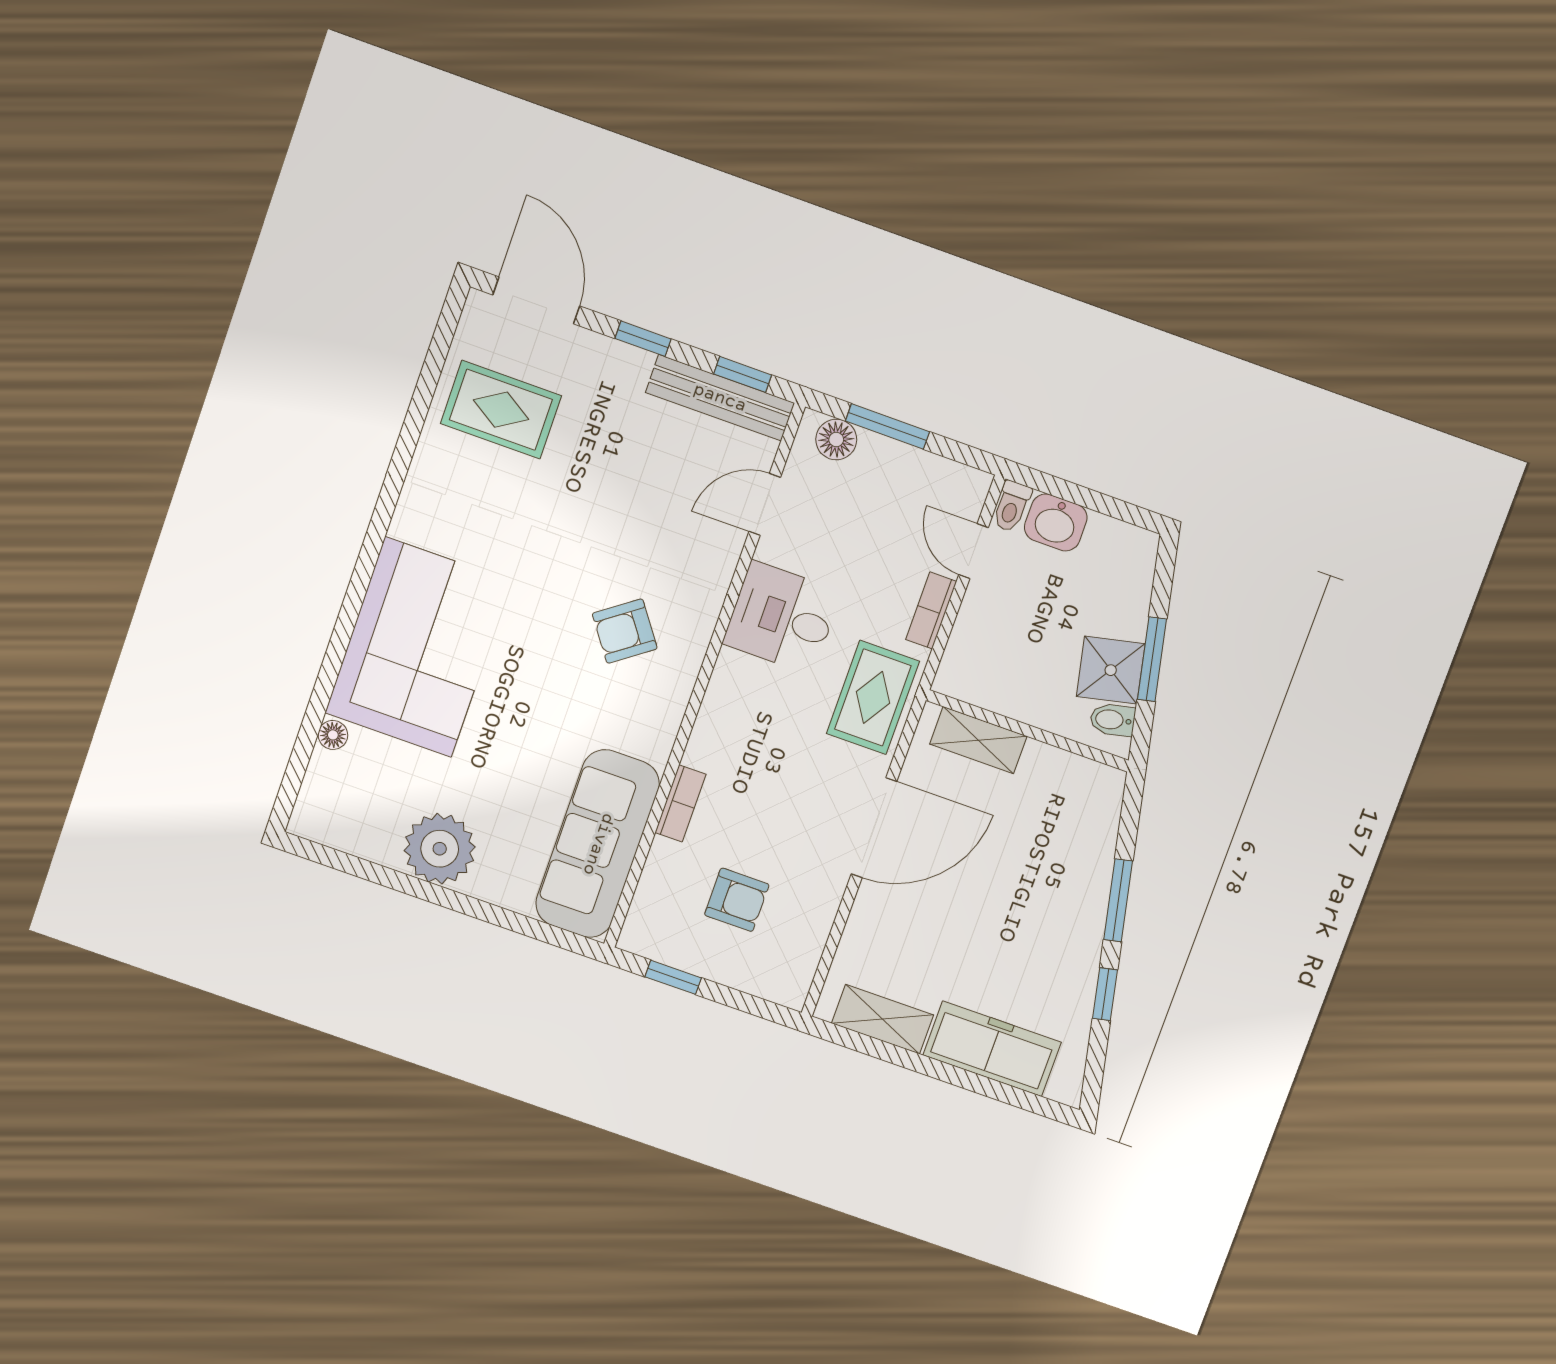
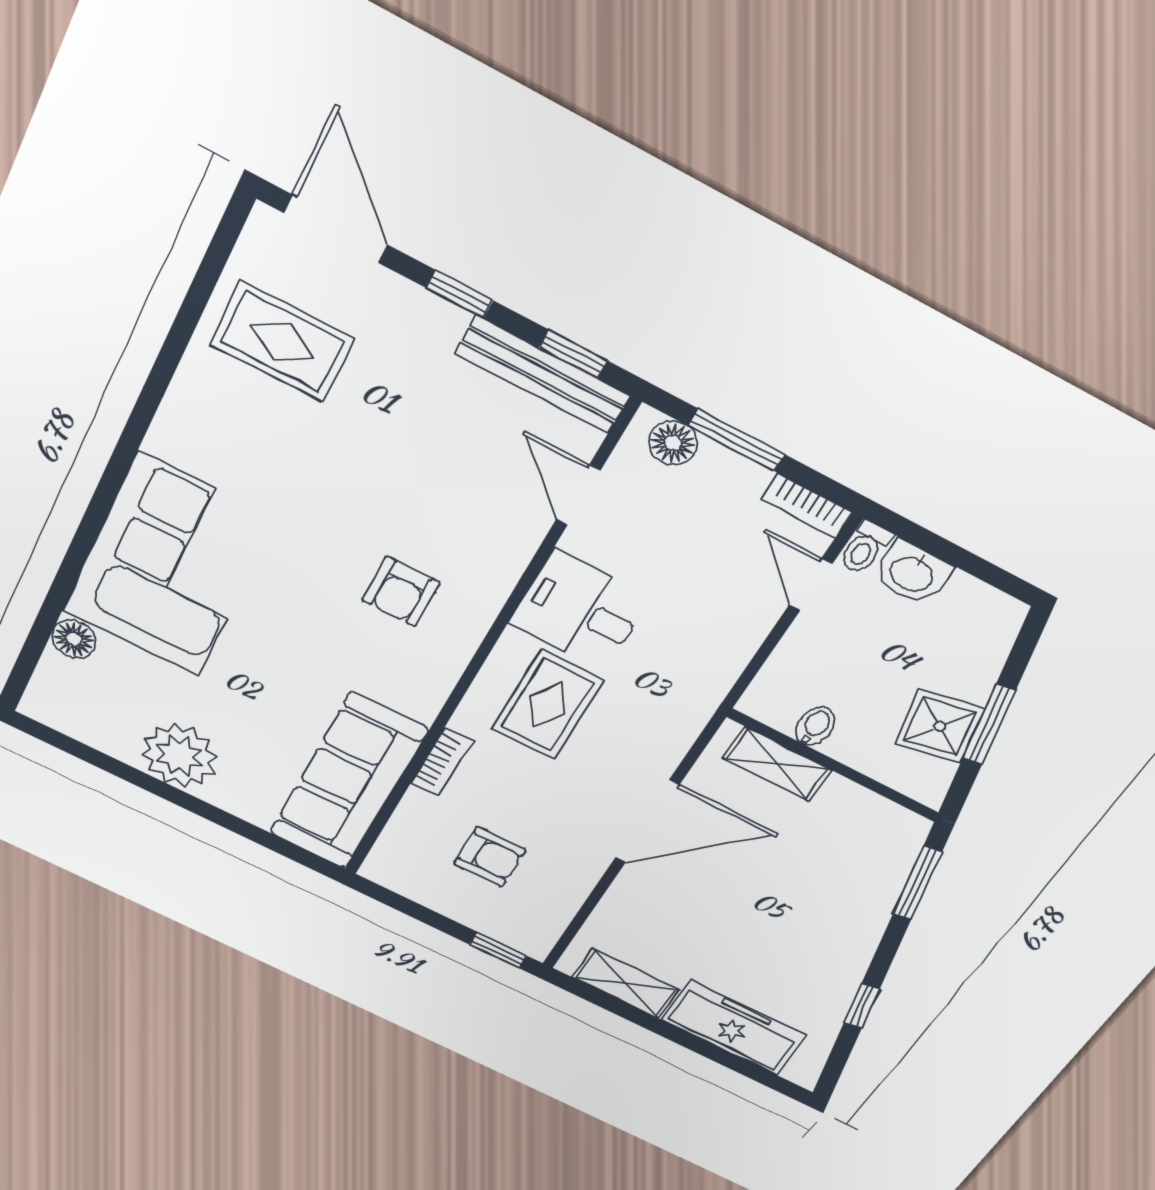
door: (765, 504) -> (578, 495), hinge flipped
bookcase: (931, 610) -> (807, 506), moved, turned -90
armchair: (625, 631) -> (401, 592), turned -54
rug: (873, 697) -> (548, 705), moved
bidet: (1112, 720) -> (815, 726), moved, turned 102
floor lamp: (333, 735) -> (74, 639), width x1.37, depth x1.37
window: (1118, 900) -> (917, 883), moved
window: (673, 977) -> (498, 950), moved

